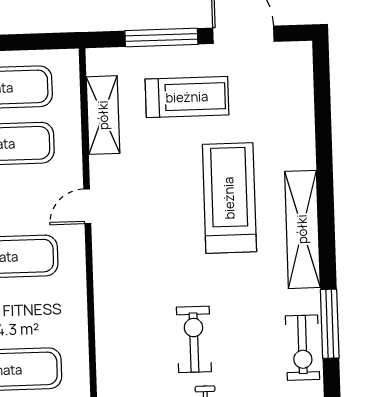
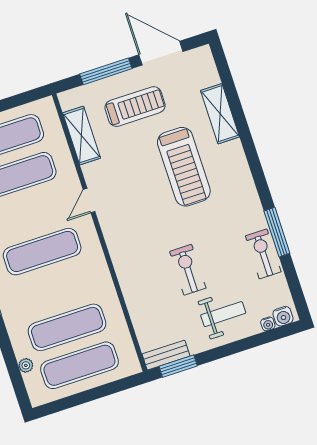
treadmill: (229, 198) -> (184, 167), turned 180
shelving: (302, 229) -> (220, 114), moved, width x0.68
exercise bike: (302, 348) -> (263, 254), turned 180

